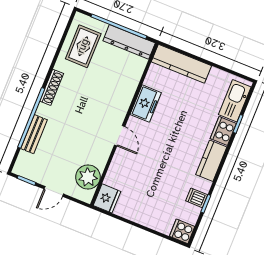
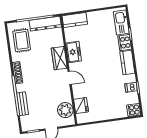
kitchen counter: (181, 64) -> (75, 20), width x0.67
wardrobe: (121, 101) -> (59, 58), added
fridge: (107, 198) -> (81, 106), moved

